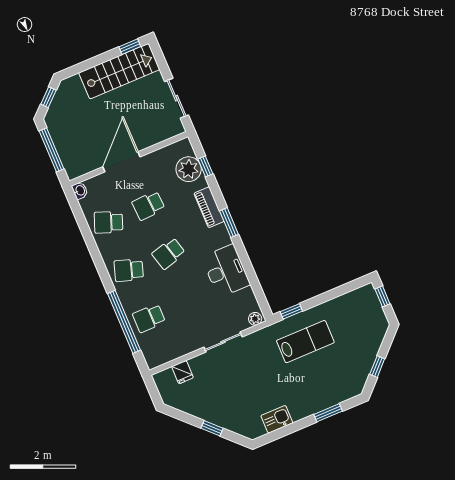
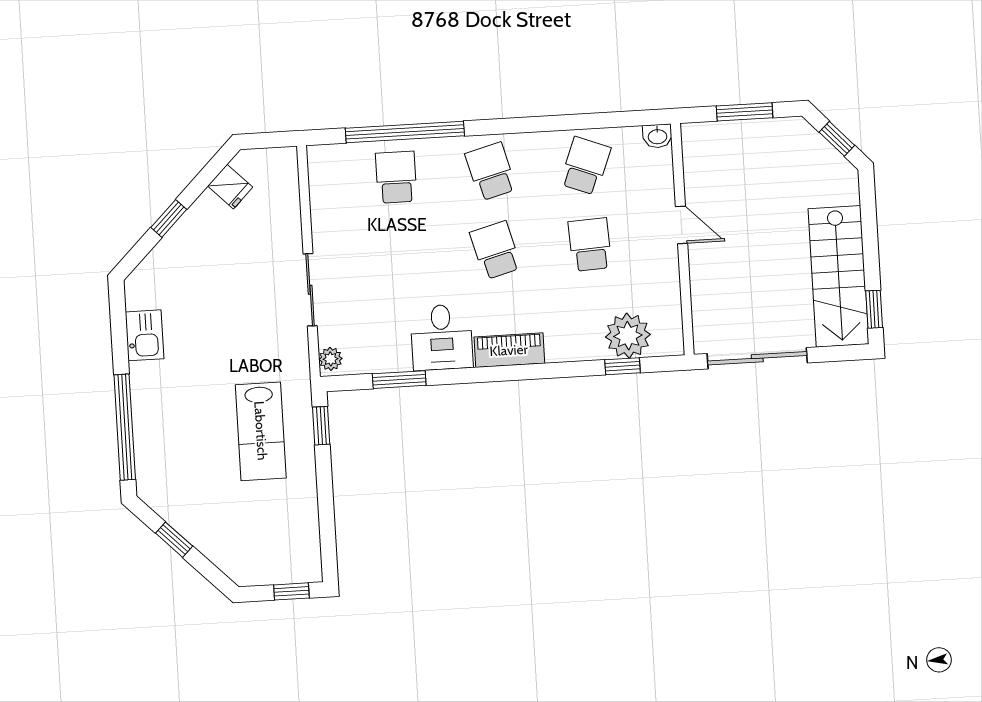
sliding door: (177, 98) -> (757, 358), width x1.37
window: (51, 150) -> (745, 112), width x0.69
door: (121, 162) -> (682, 225), width x0.53
piano: (209, 207) -> (509, 350), moved
window: (229, 223) -> (399, 380), moved
school desk: (129, 270) -> (491, 172), turned -33
desk: (226, 271) -> (442, 337), width x0.73
fridge: (182, 372) -> (230, 187), moved, turned -135
window: (328, 413) -> (125, 427), width x2.11

